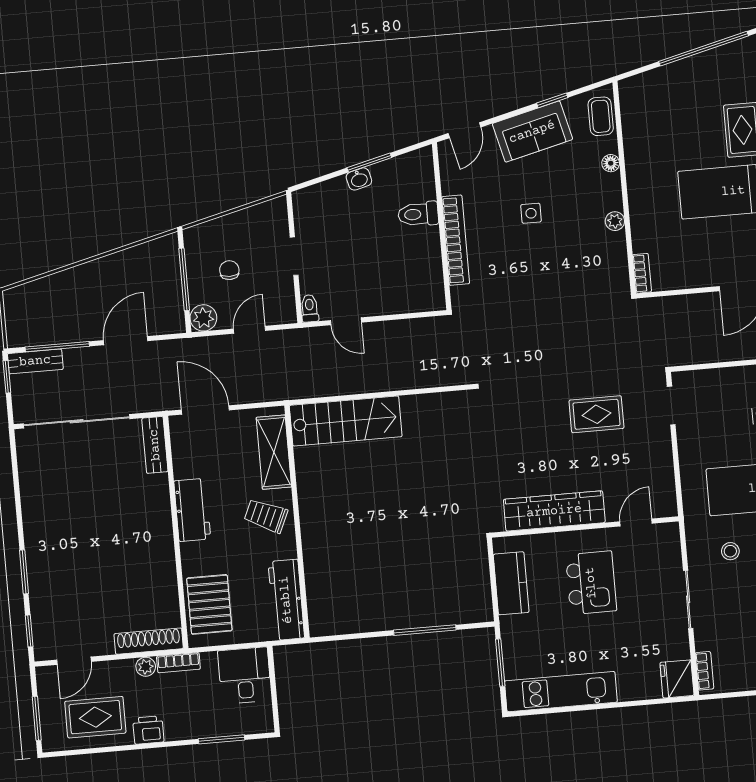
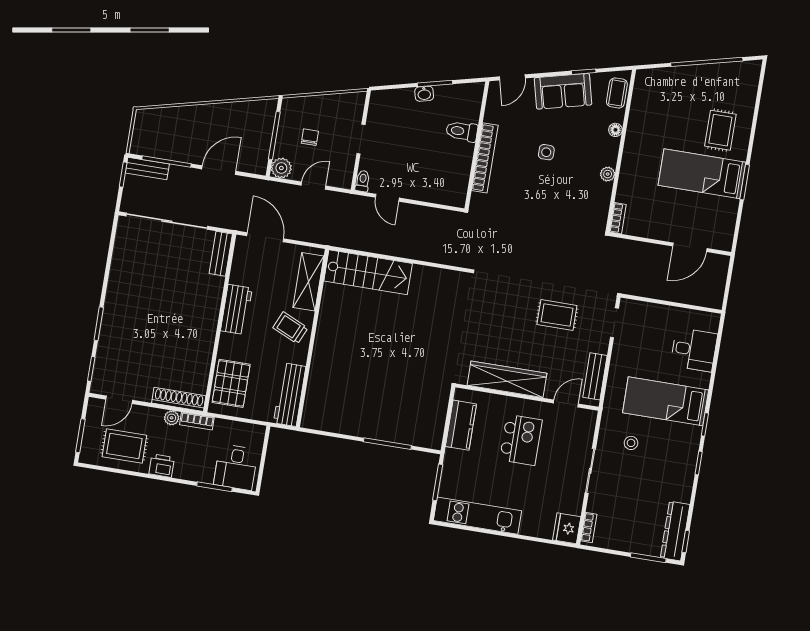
bench: (664, 479) -> (595, 376), added
desk: (245, 675) -> (236, 467), moved, turned 180

